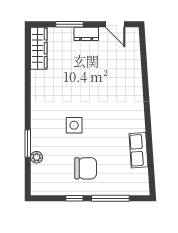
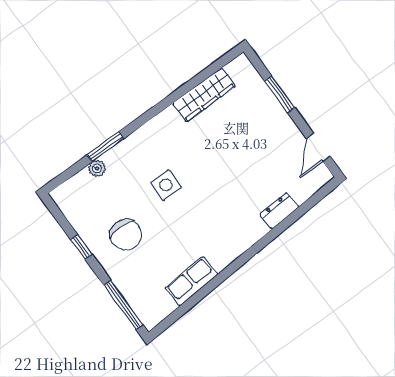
dresser: (86, 34) -> (279, 211), moved, turned 86
wardrobe: (39, 48) -> (204, 95), moved
window: (110, 198) -> (123, 305), moved

